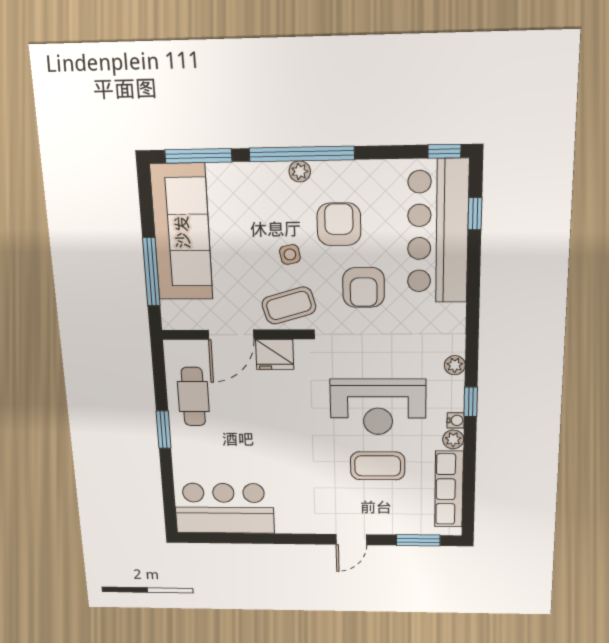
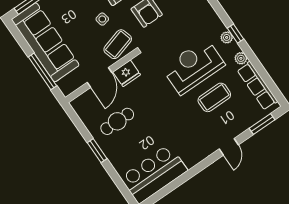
plant: (455, 365) -> (227, 37), moved
cafe table: (193, 397) -> (117, 121), moved, turned 90
reception desk: (378, 407) -> (193, 66), turned 180
water cooler: (456, 420) -> (235, 48), removed

